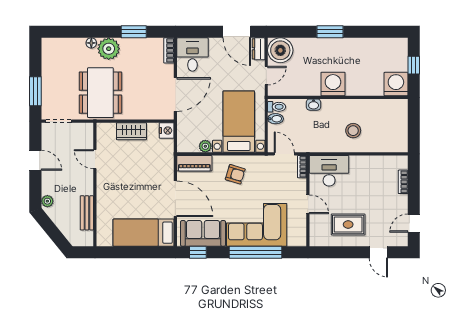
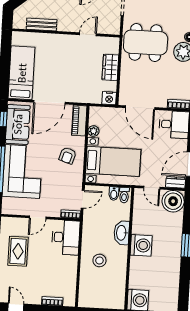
washbasin: (314, 105) -> (122, 233), width x1.91, depth x1.45

